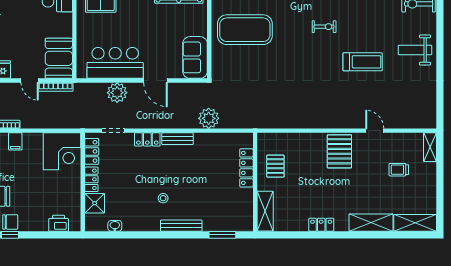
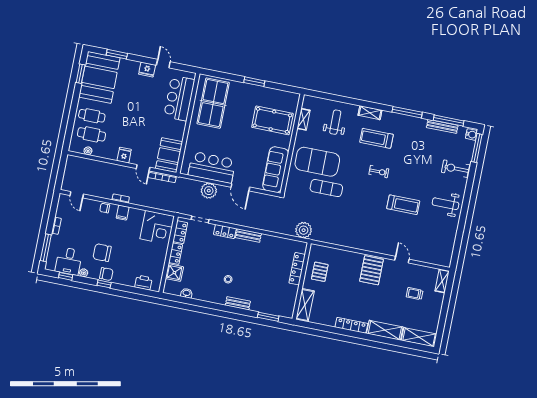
sofa: (195, 57) -> (276, 170), width x1.36
exercise mat: (263, 60) -> (326, 188), added
plant: (209, 118) -> (304, 230), moved
locker: (321, 225) -> (351, 325), width x1.53
bench: (181, 226) -> (238, 303), width x0.73

